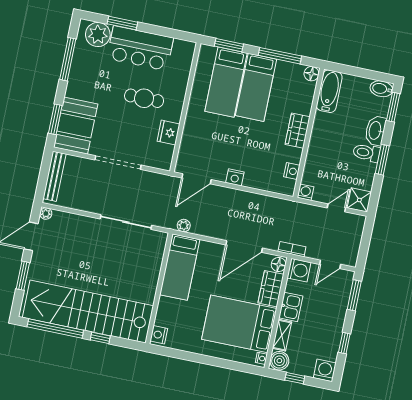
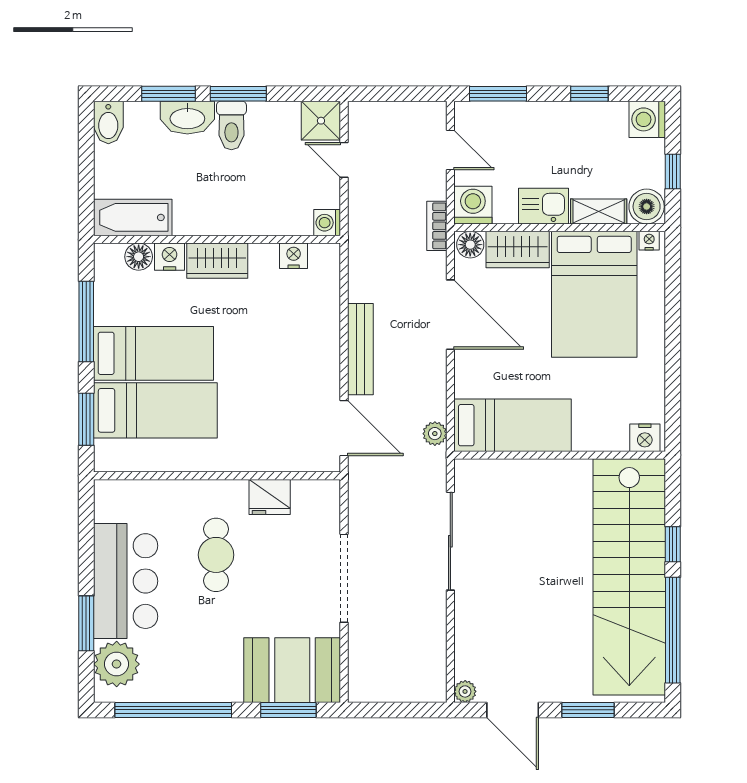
window: (68, 59) -> (173, 710), width x1.46
floor lamp: (311, 74) -> (139, 257), moved
window: (393, 107) -> (169, 94), moved
bench: (54, 176) -> (360, 349), moved, turned 90
nightstand: (235, 177) -> (170, 257), moved, turned -90

